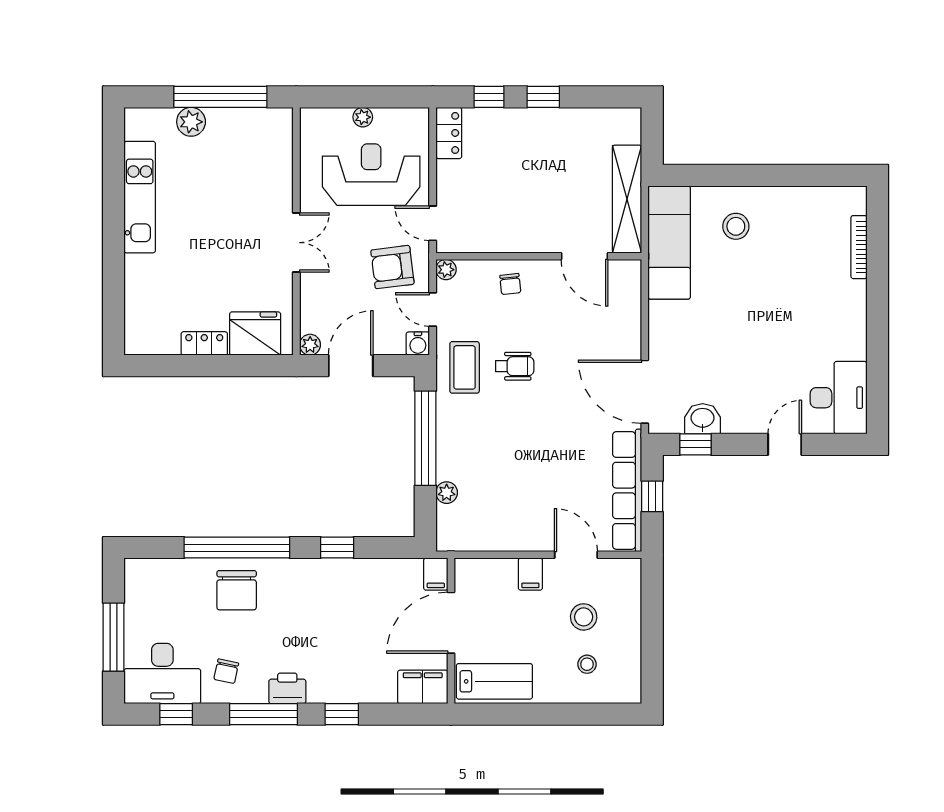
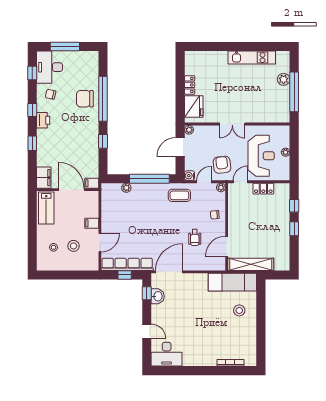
locker: (449, 133) -> (263, 189), moved
door: (351, 366) -> (180, 147), swing flipped
wheelchair: (515, 366) -> (195, 237), moved
window: (263, 714) -> (32, 110), width x0.46

